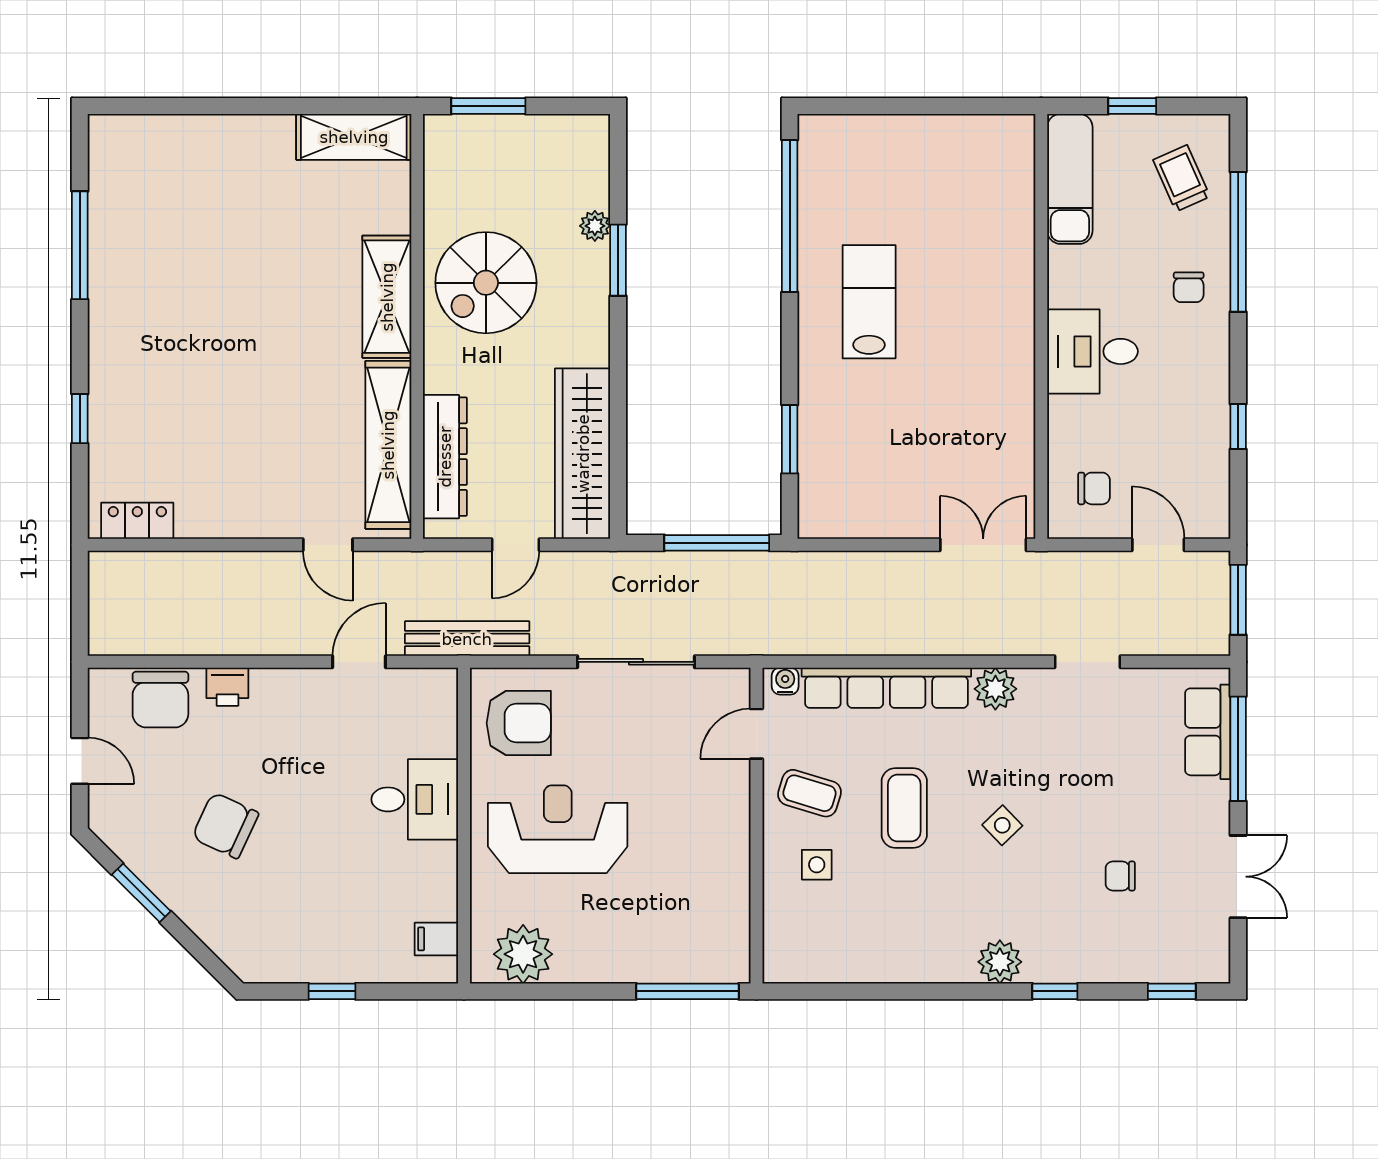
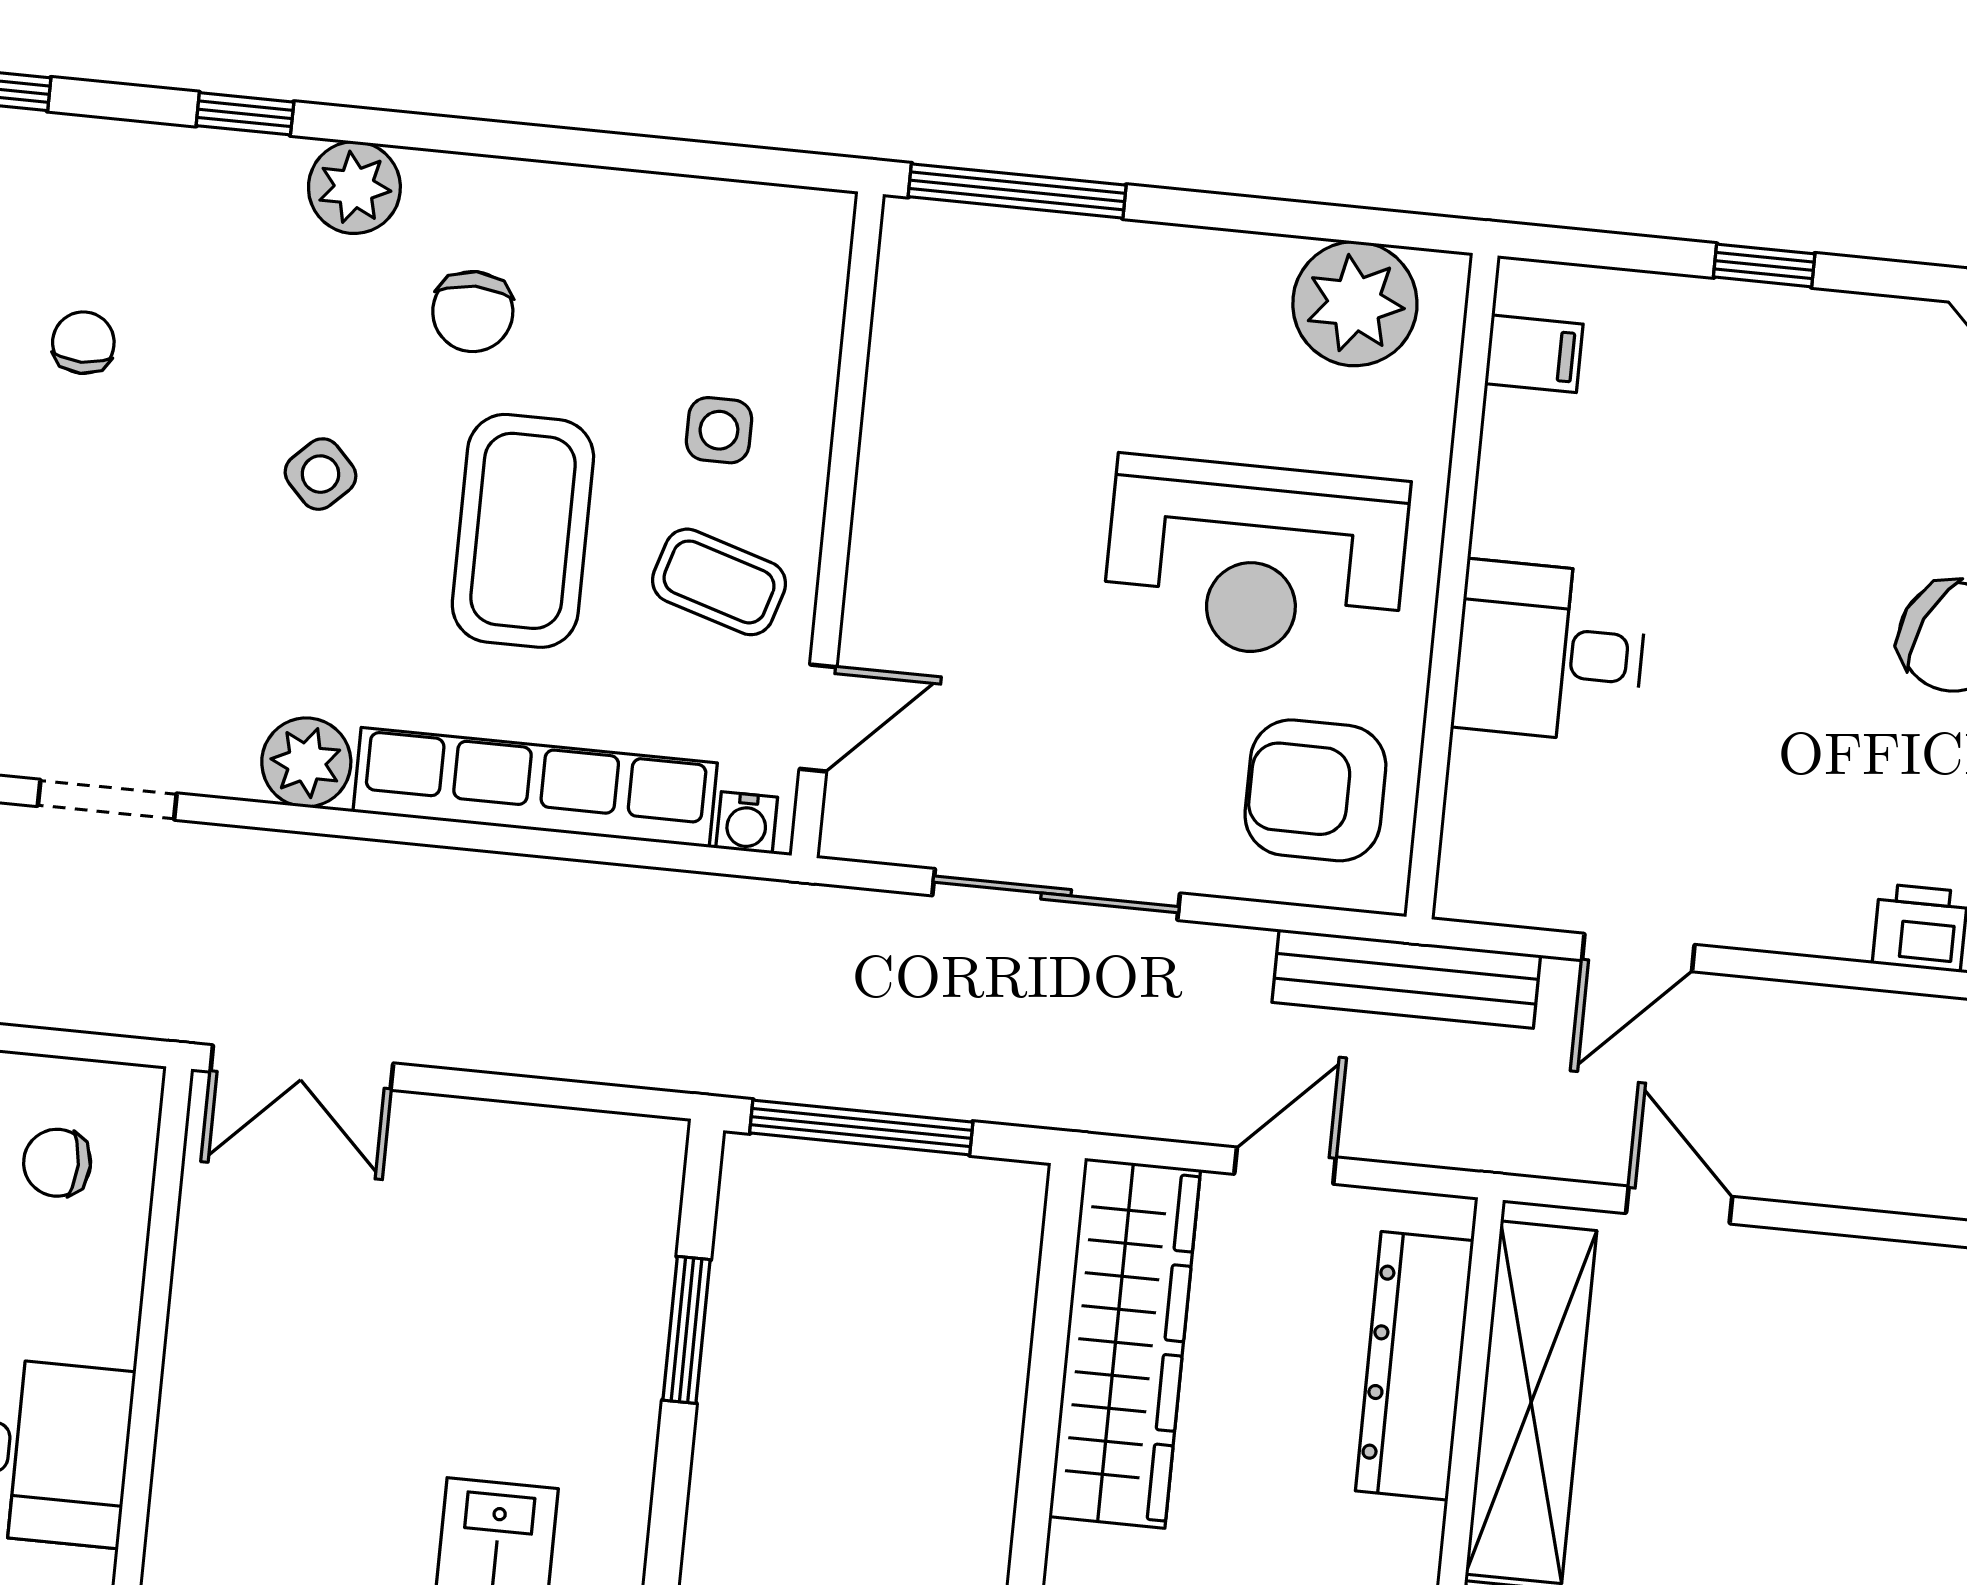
coffee table: (904, 808) -> (523, 531), width x1.36, depth x1.32
chair: (1120, 876) -> (83, 343), turned -90
chair: (938, 909) -> (473, 312), added

